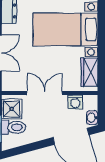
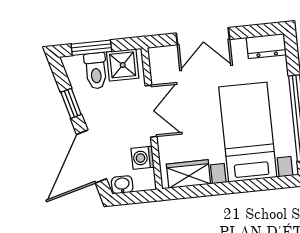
window: (34, 146) -> (71, 103), added

